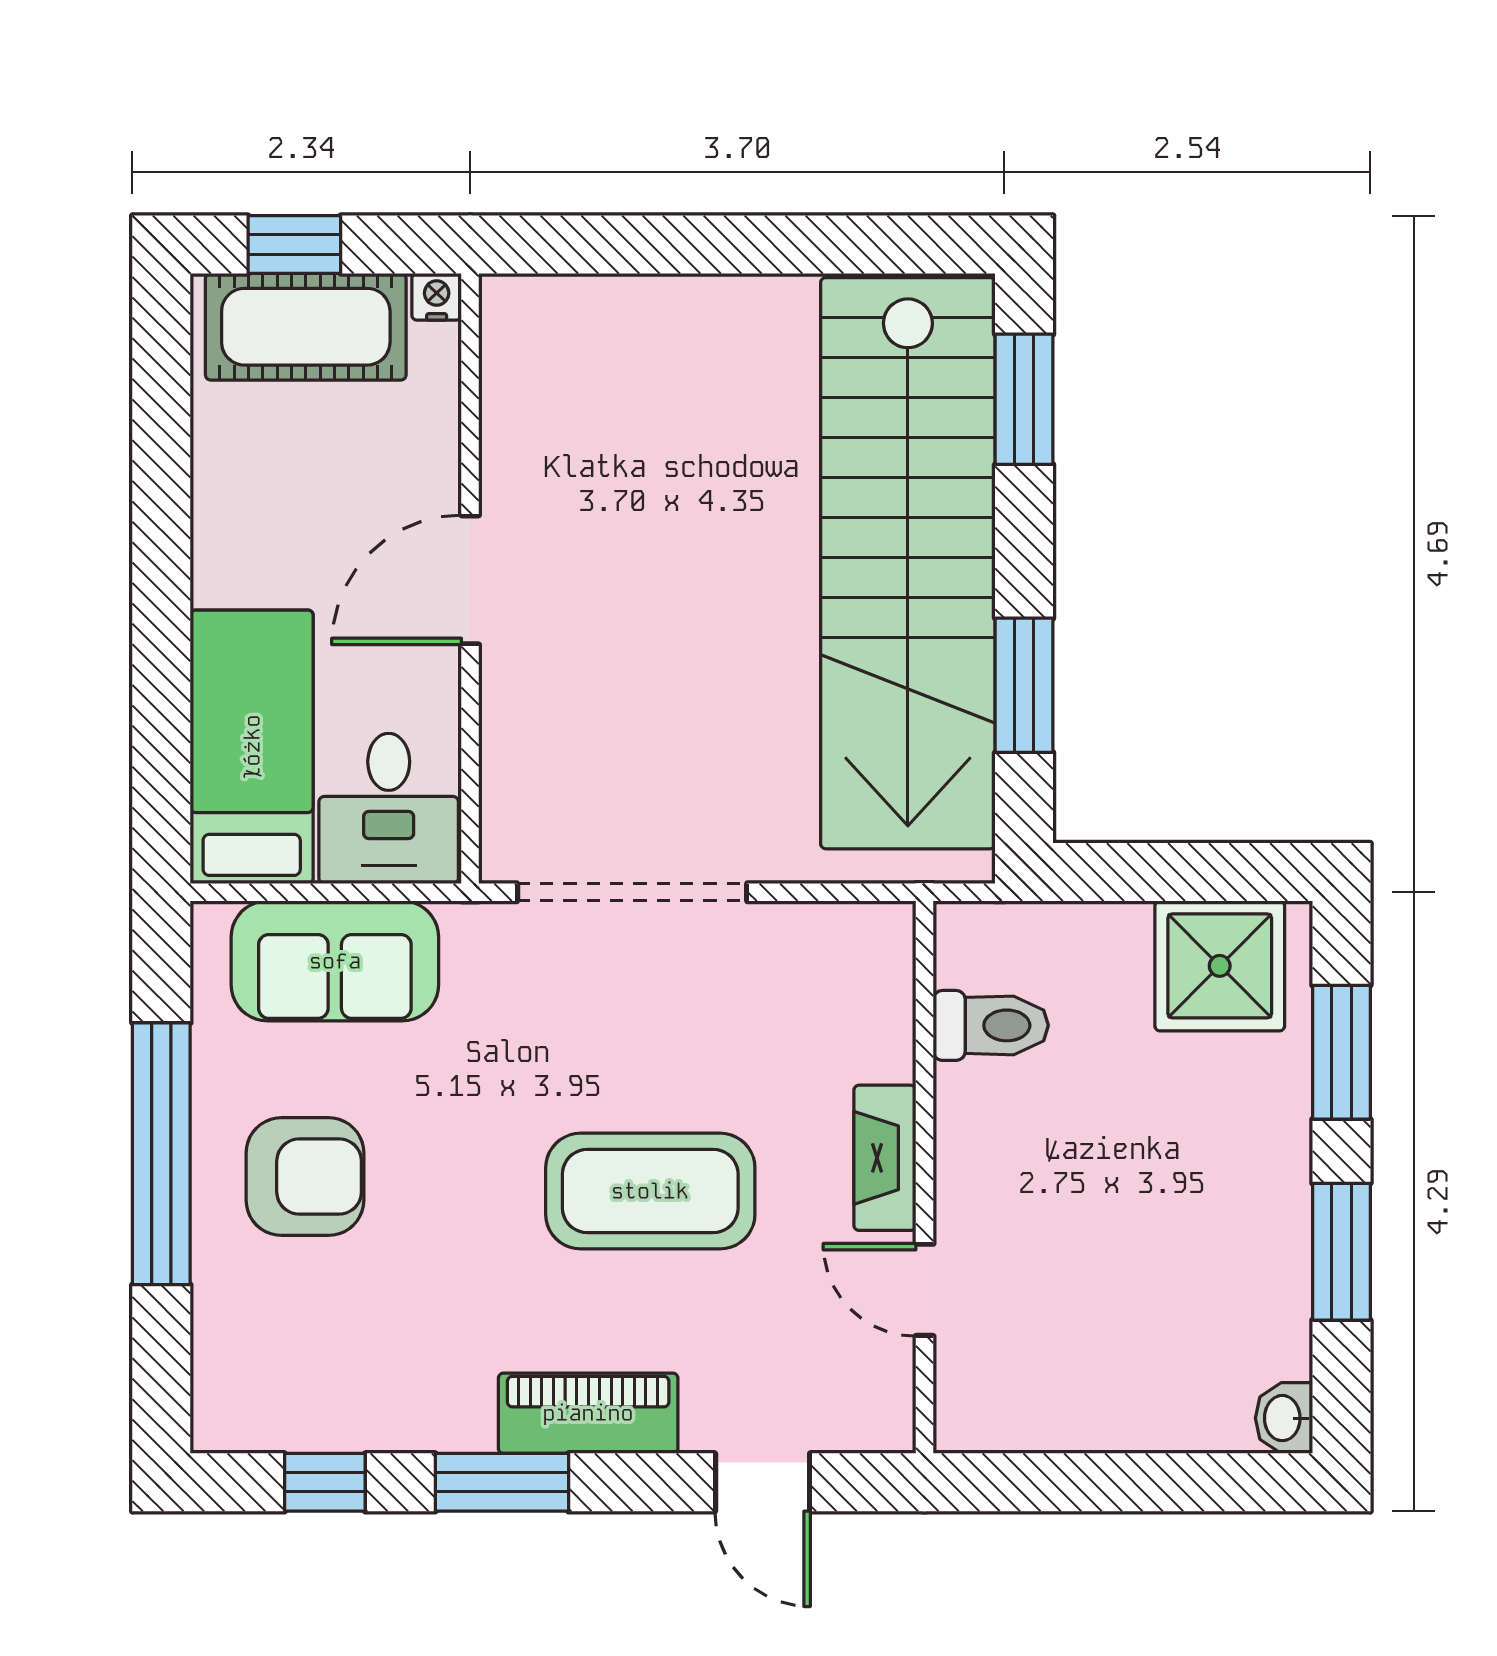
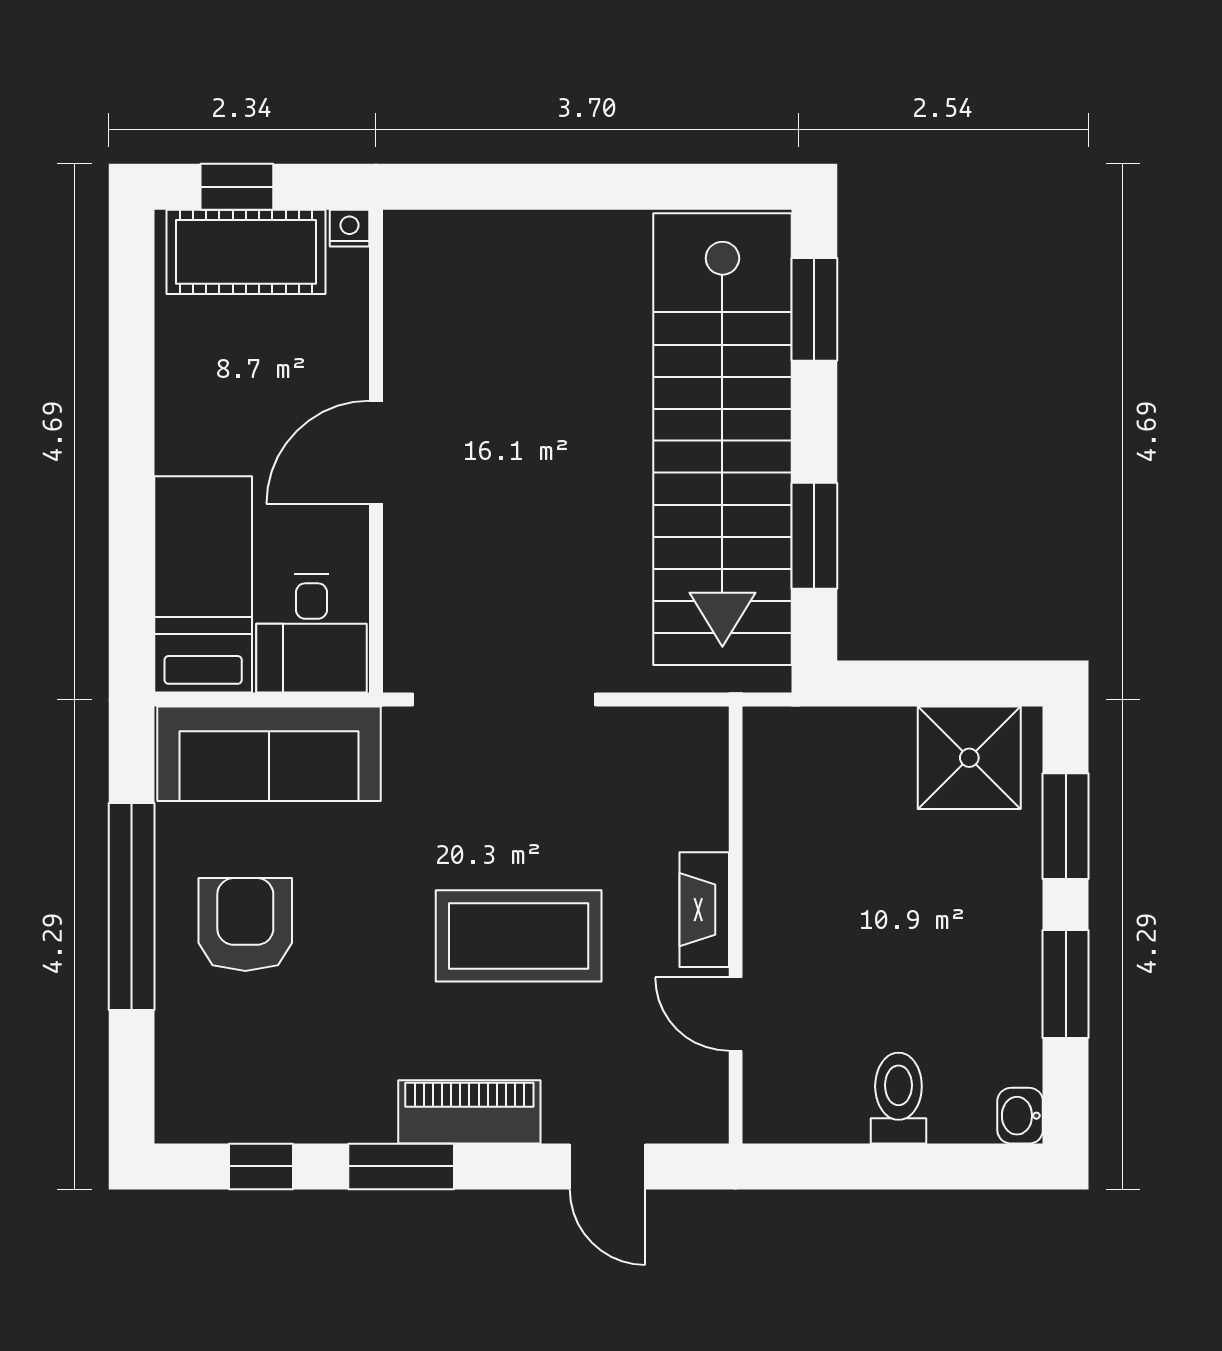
sofa: (335, 961) -> (269, 754), width x1.36
toilet: (991, 1025) -> (898, 1098), moved, turned -90
armchair: (305, 1177) -> (245, 924), turned -90

